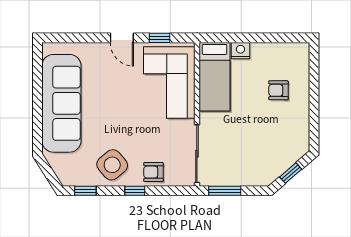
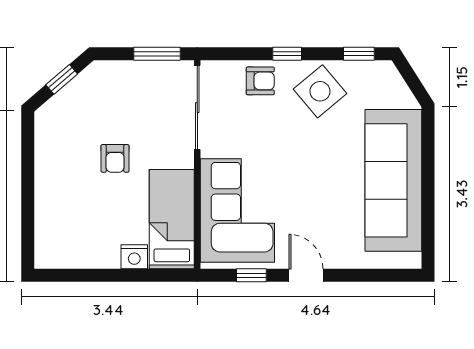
armchair: (278, 90) -> (115, 158), moved, turned 90

